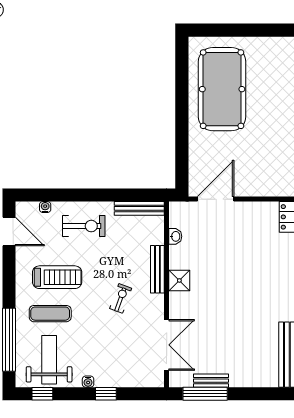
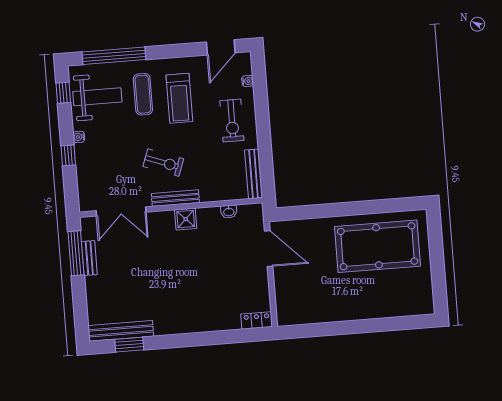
bench: (157, 269) -> (175, 198), moved
exercise bike: (121, 298) -> (163, 163), width x1.38, depth x1.39

